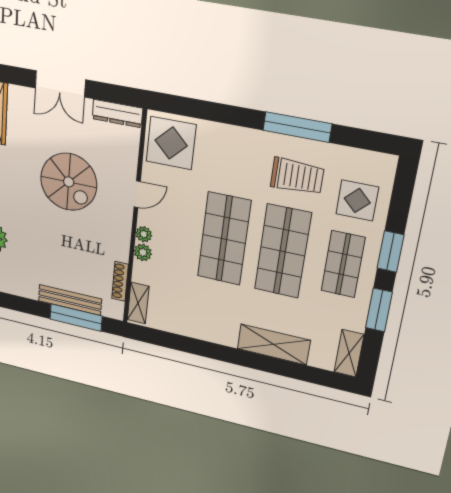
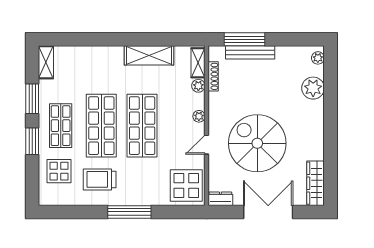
double door: (60, 84) -> (268, 212), width x1.37
dresser: (117, 114) -> (220, 199), width x0.70
window: (297, 127) -> (129, 212), moved
spiral stairs: (69, 182) -> (257, 143), width x1.37, depth x1.37
plant: (143, 252) -> (198, 86), moved
shelving: (274, 344) -> (149, 55), moved

